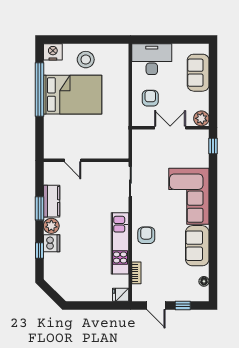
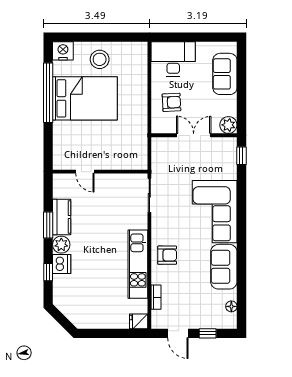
armchair: (150, 98) -> (172, 102), turned 87
armchair: (146, 235) -> (167, 255), turned 90

